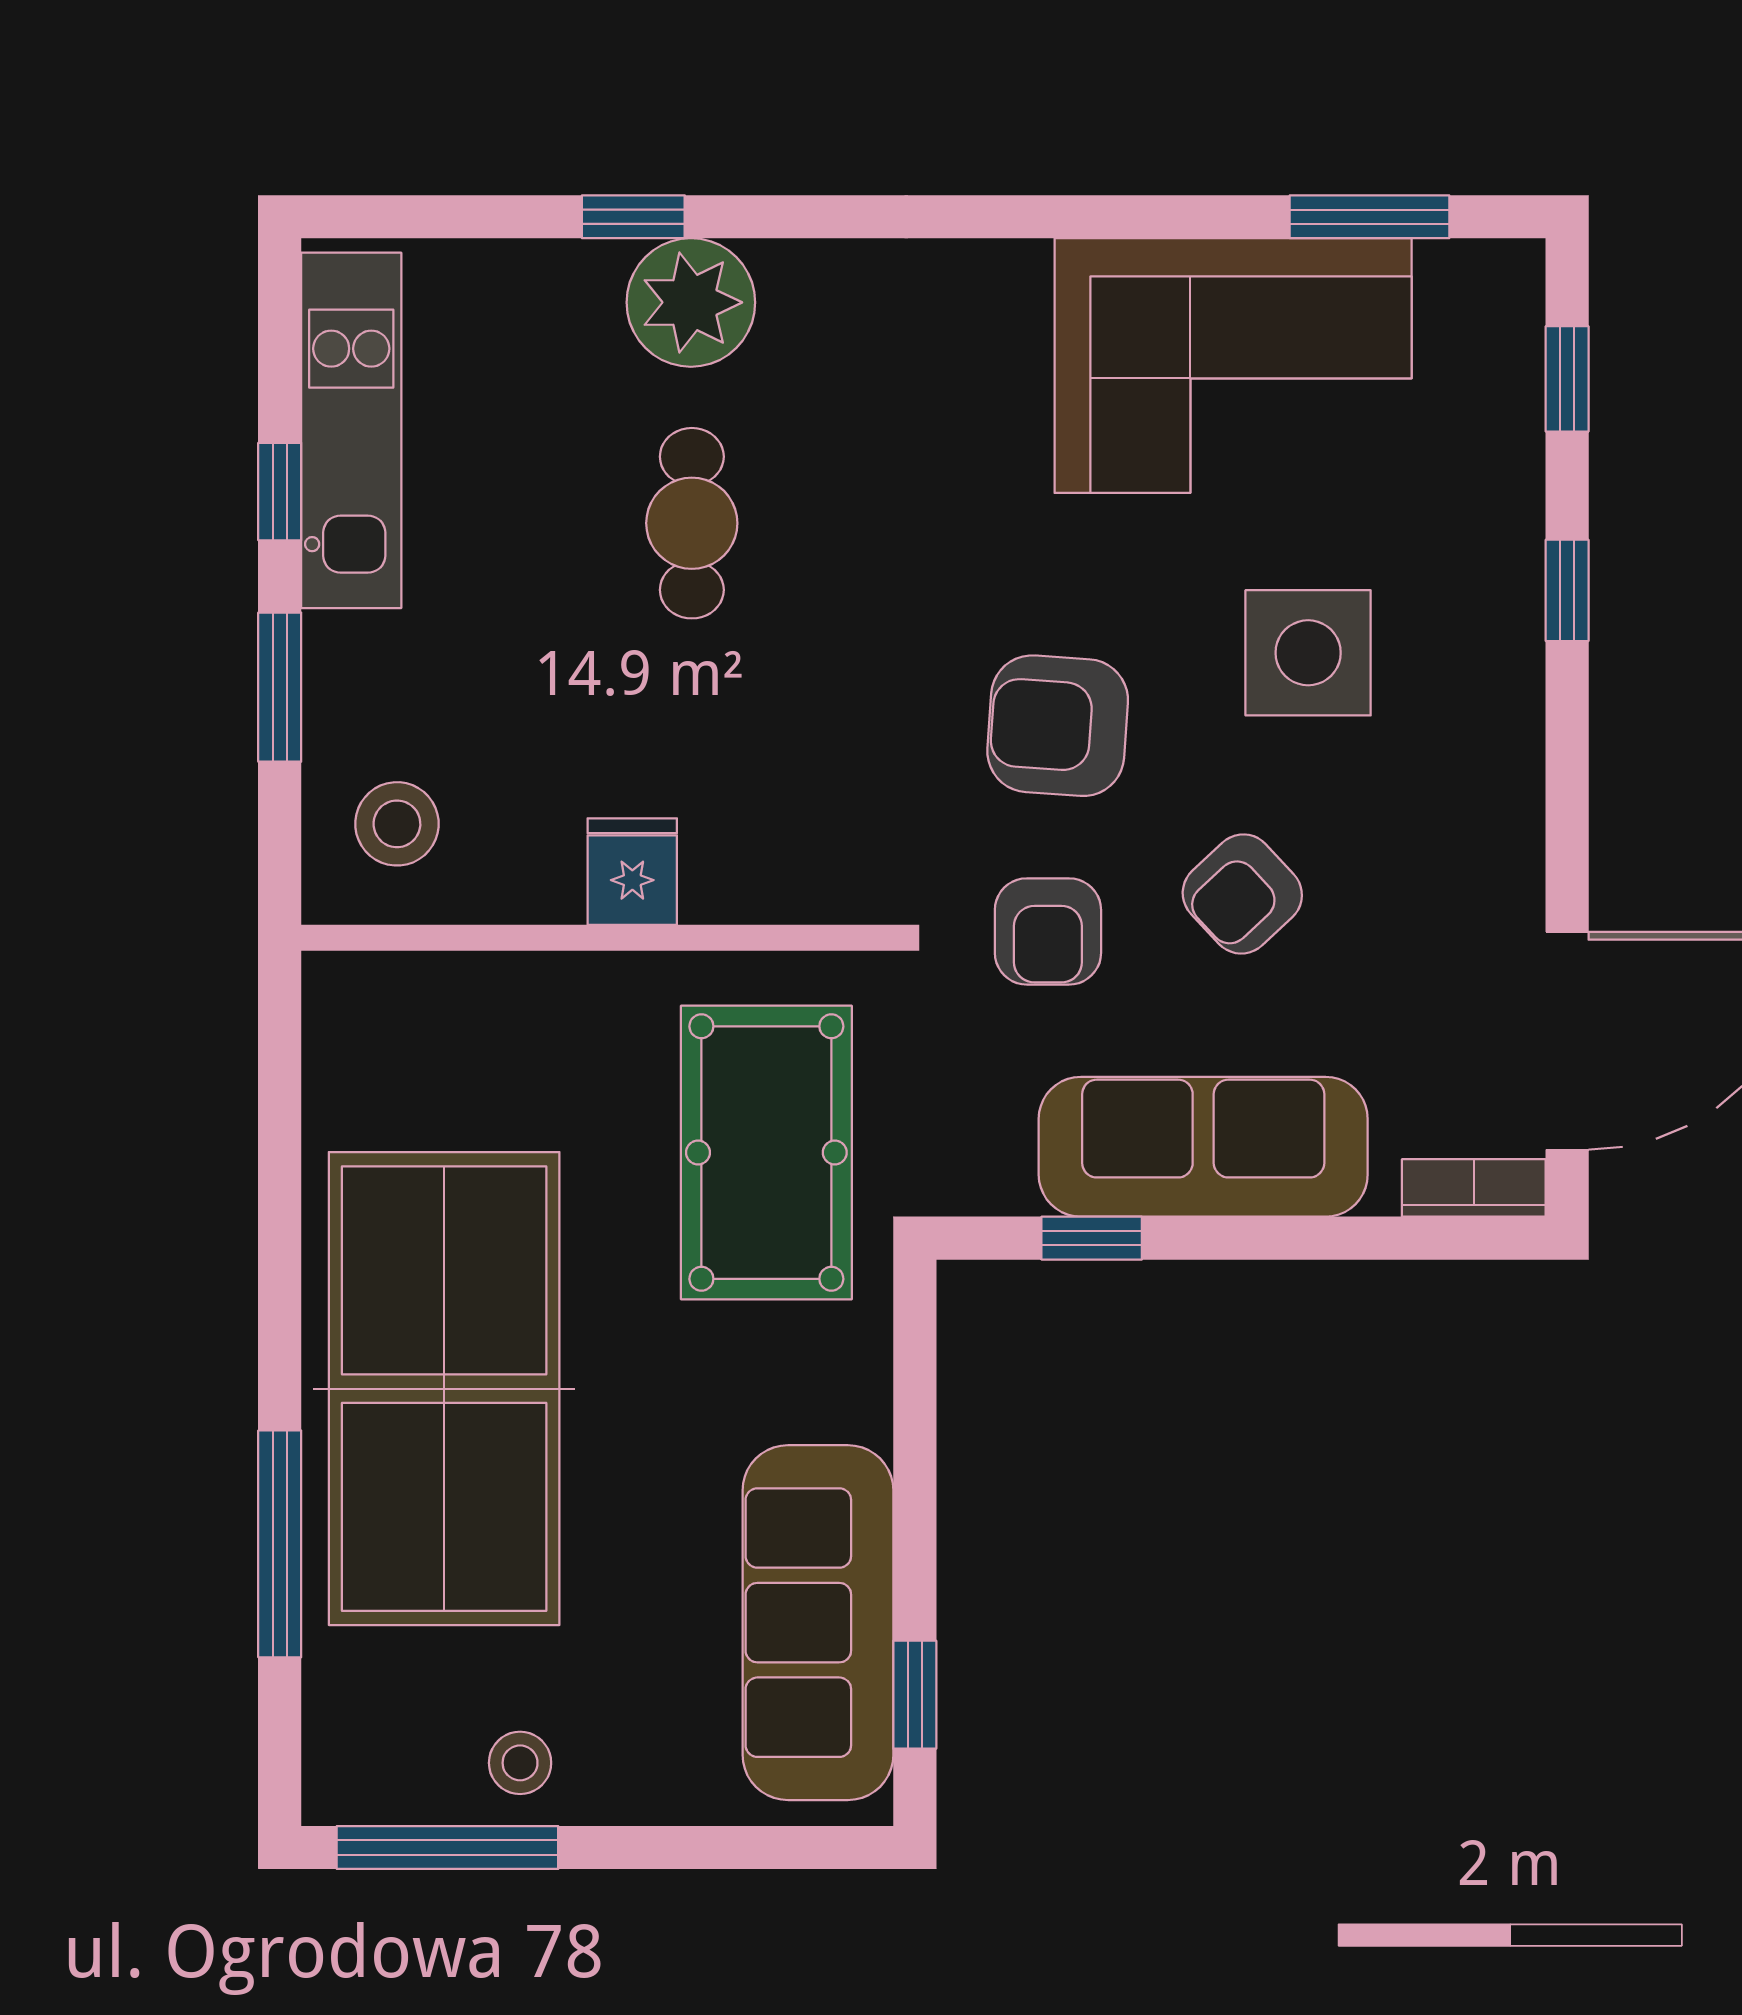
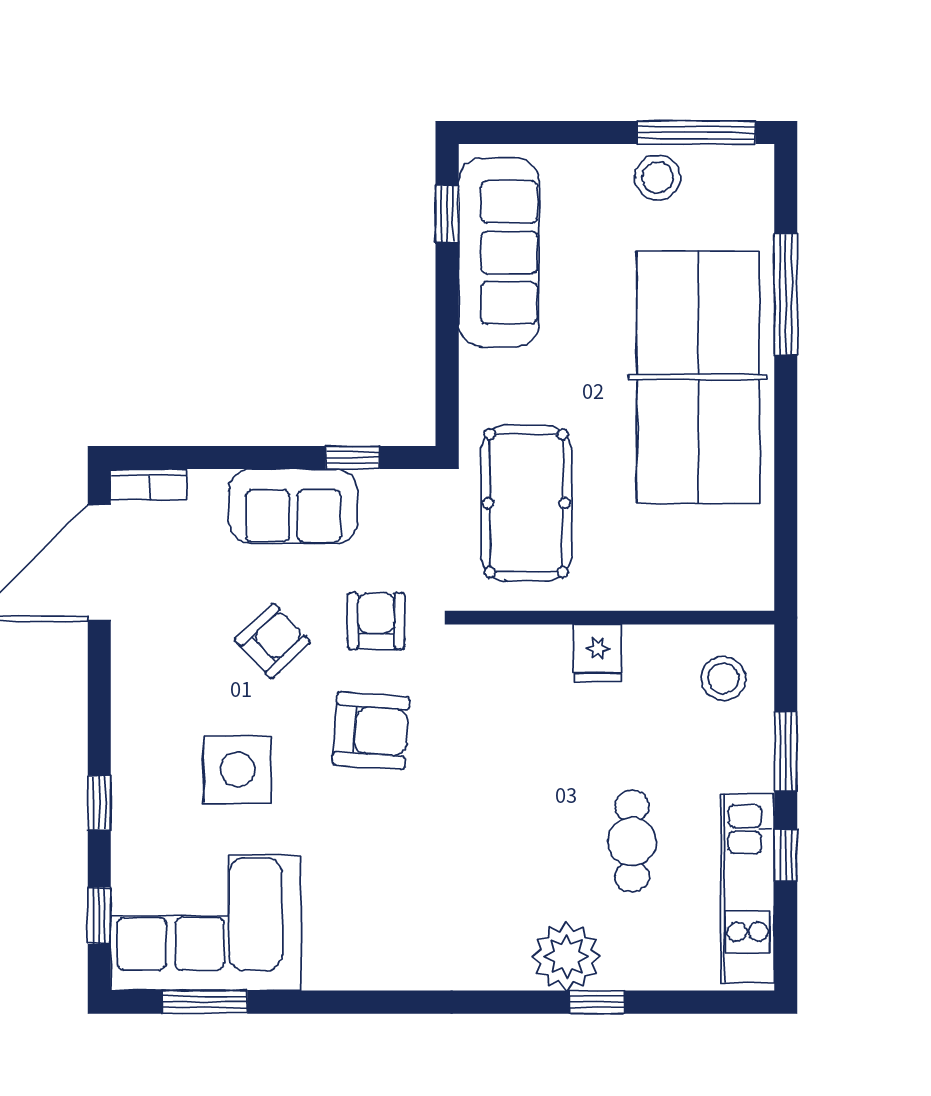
corner sofa: (1233, 366) -> (206, 923), moved
cafe table: (692, 523) -> (632, 842), moved
sofa: (1203, 1147) -> (293, 506), width x0.73
stool: (520, 1763) -> (658, 178), width x1.37, depth x1.37

